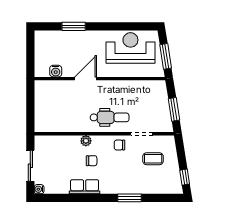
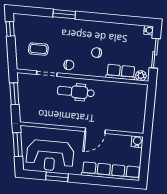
window: (74, 26) -> (57, 177), moved
row of seats: (65, 38) -> (111, 171), added
water cooler: (56, 71) -> (137, 142), moved
plant: (86, 141) -> (141, 76), moved
row of seats: (85, 187) -> (121, 72), moved, turned 180

